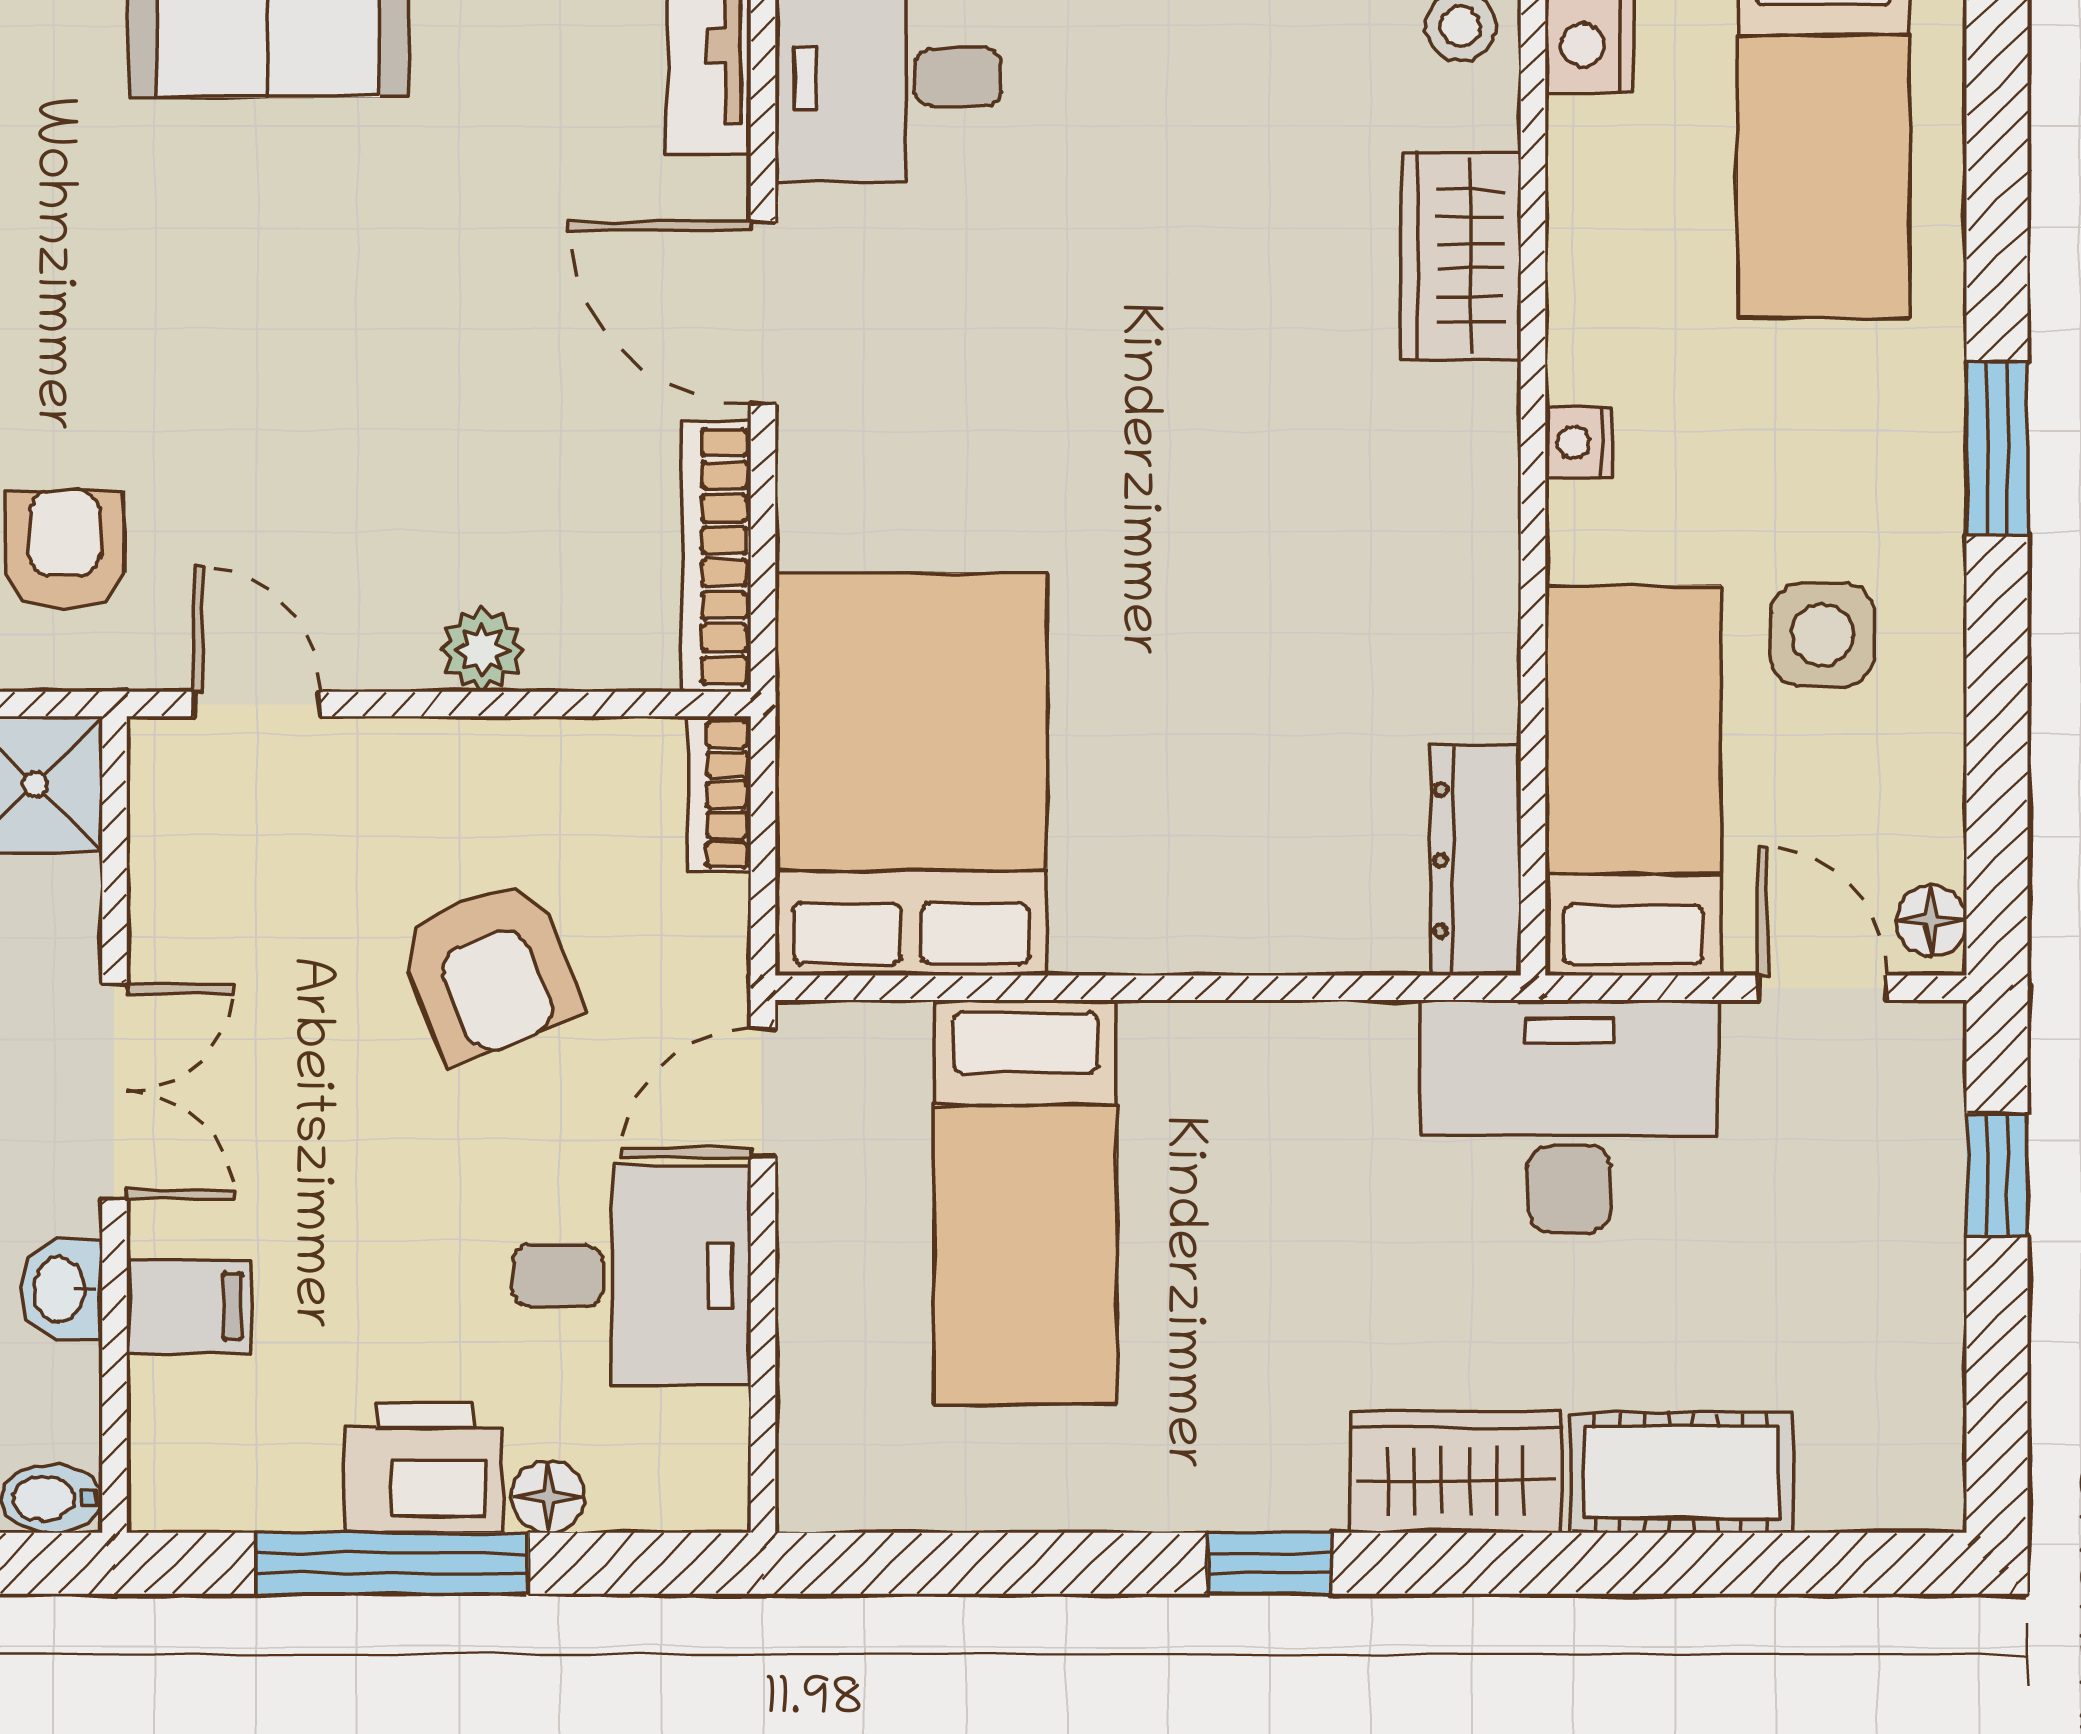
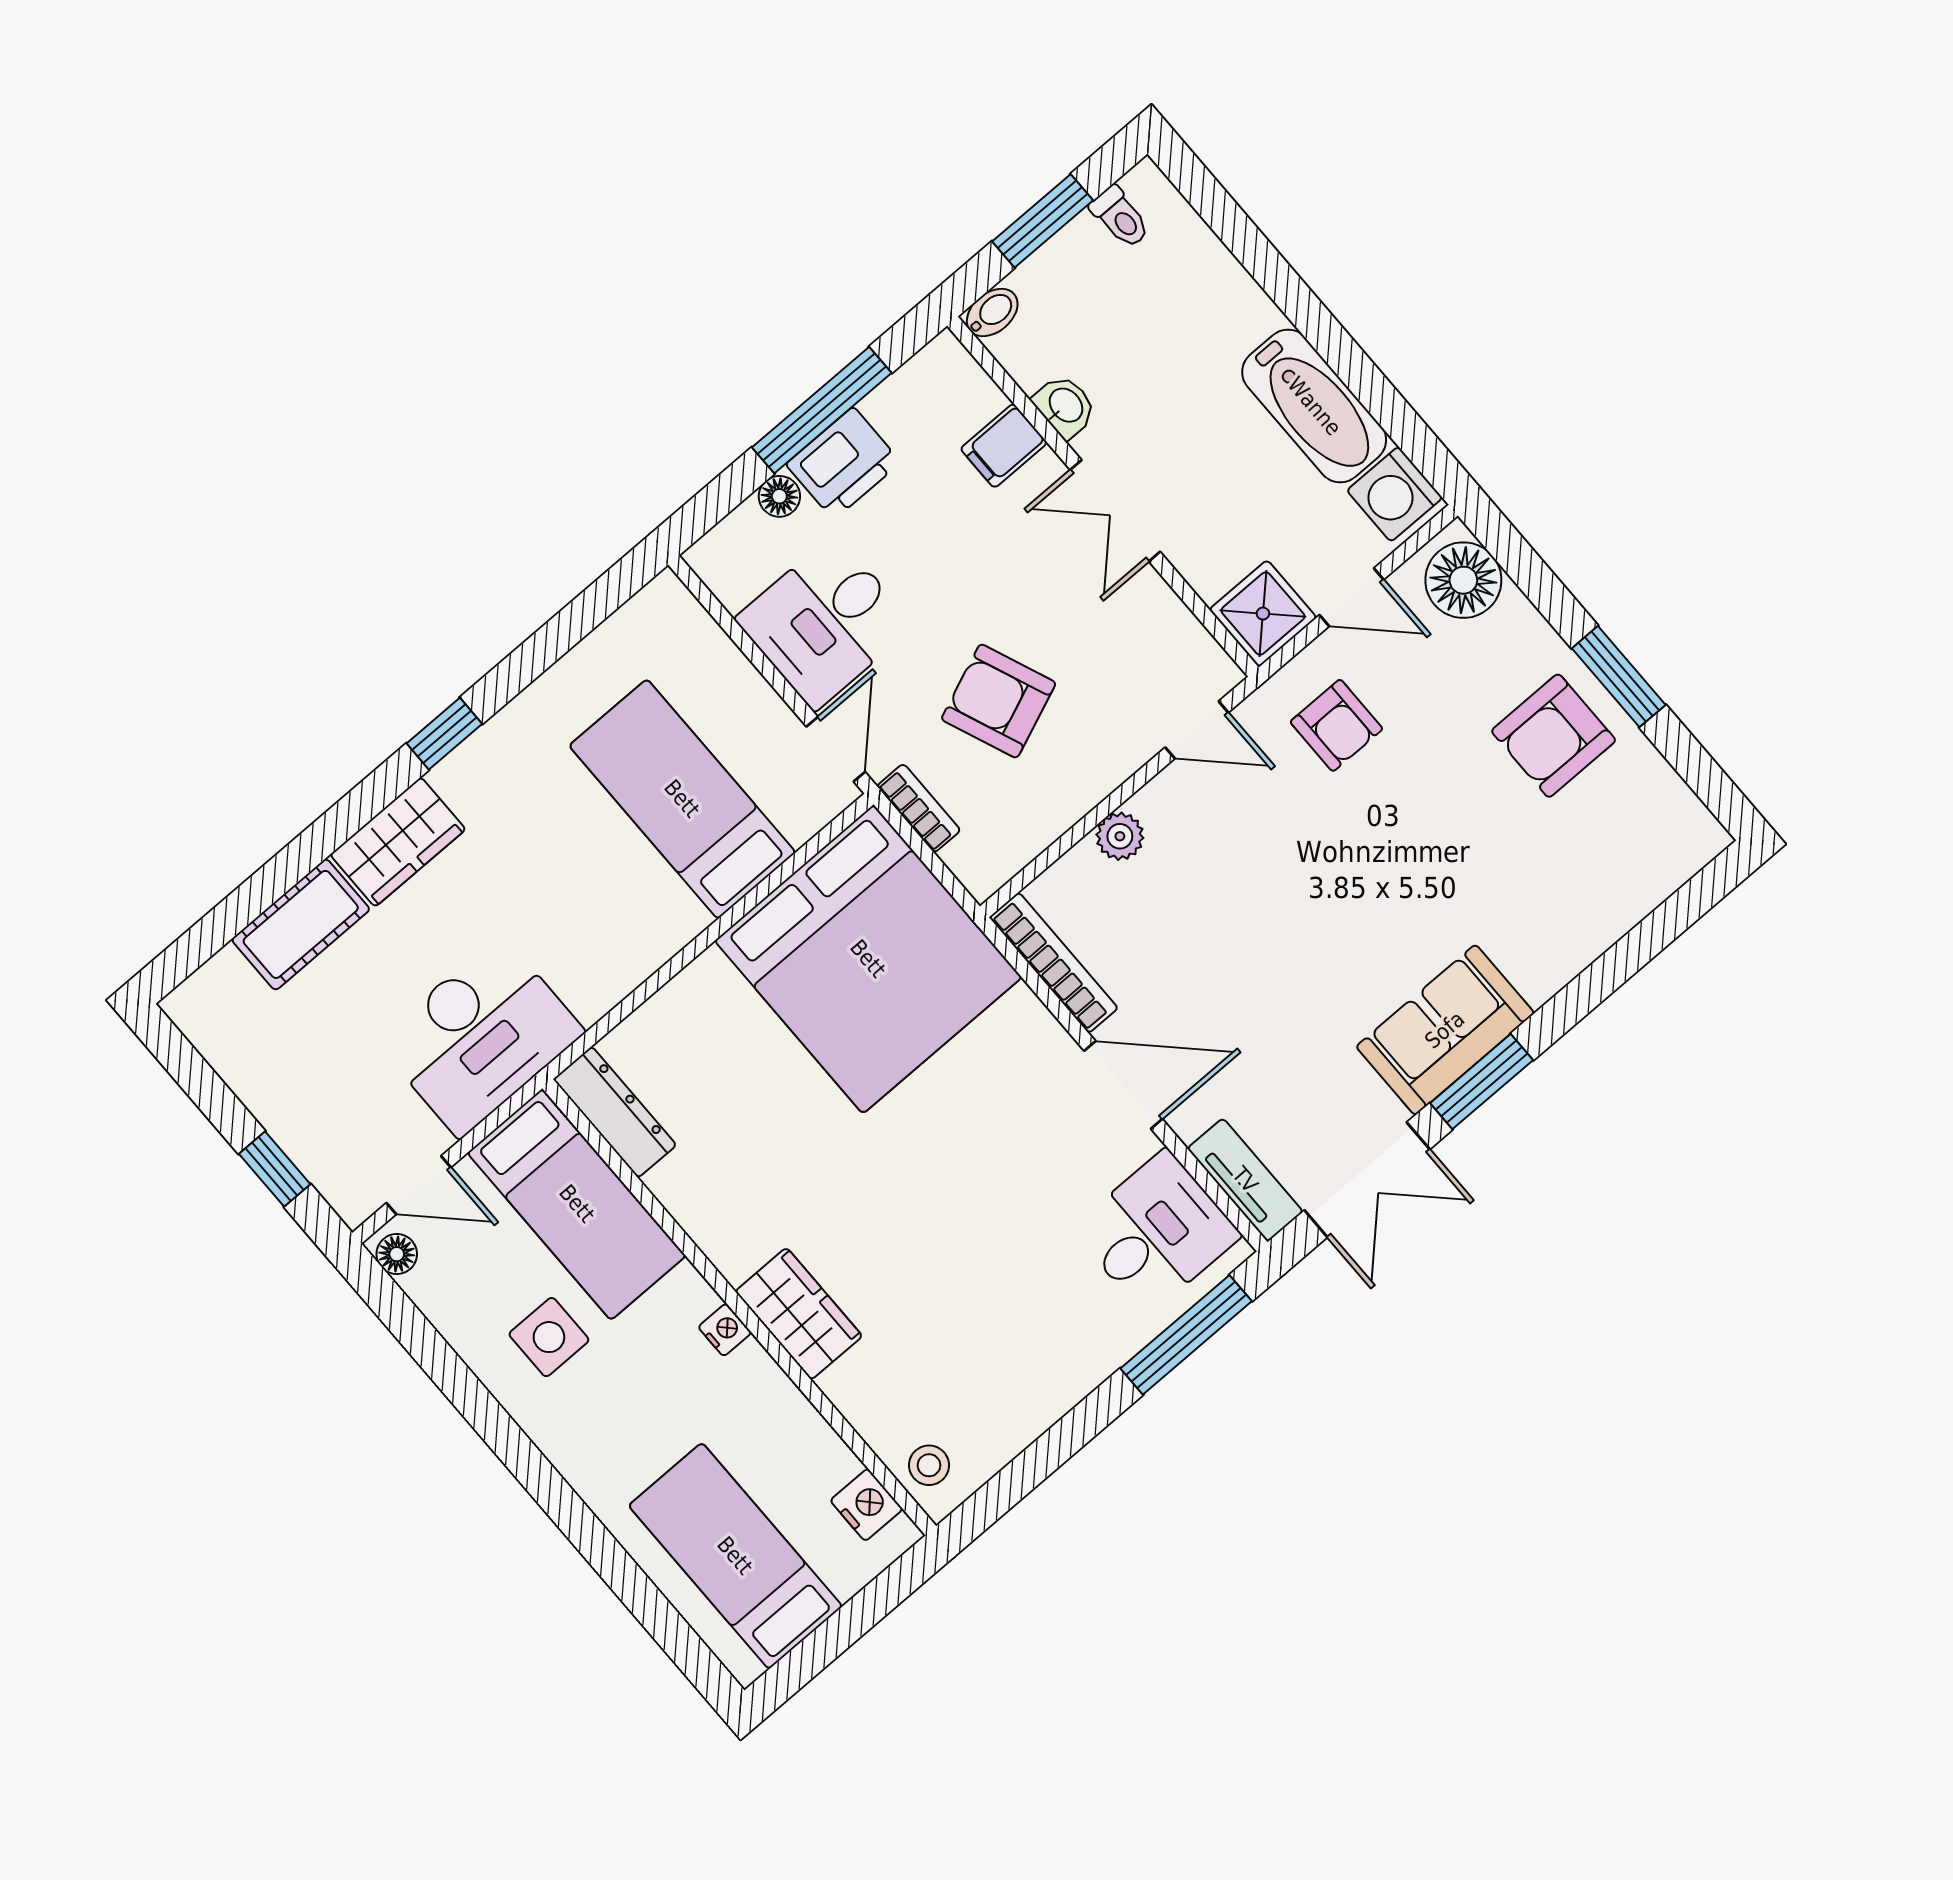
wardrobe: (1461, 256) -> (799, 1314), moved
window: (1997, 448) -> (543, 1482), removed
bed: (911, 774) -> (868, 959), width x1.36
bookcase: (719, 795) -> (919, 808), moved

